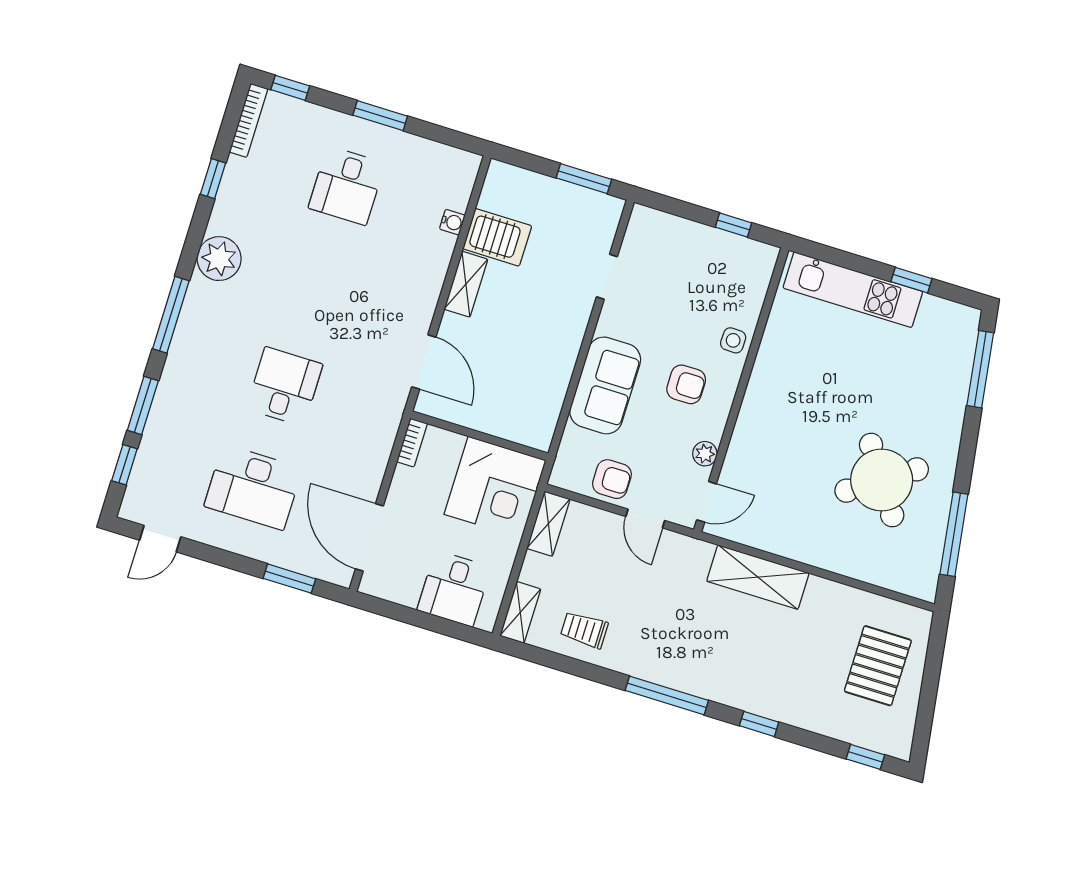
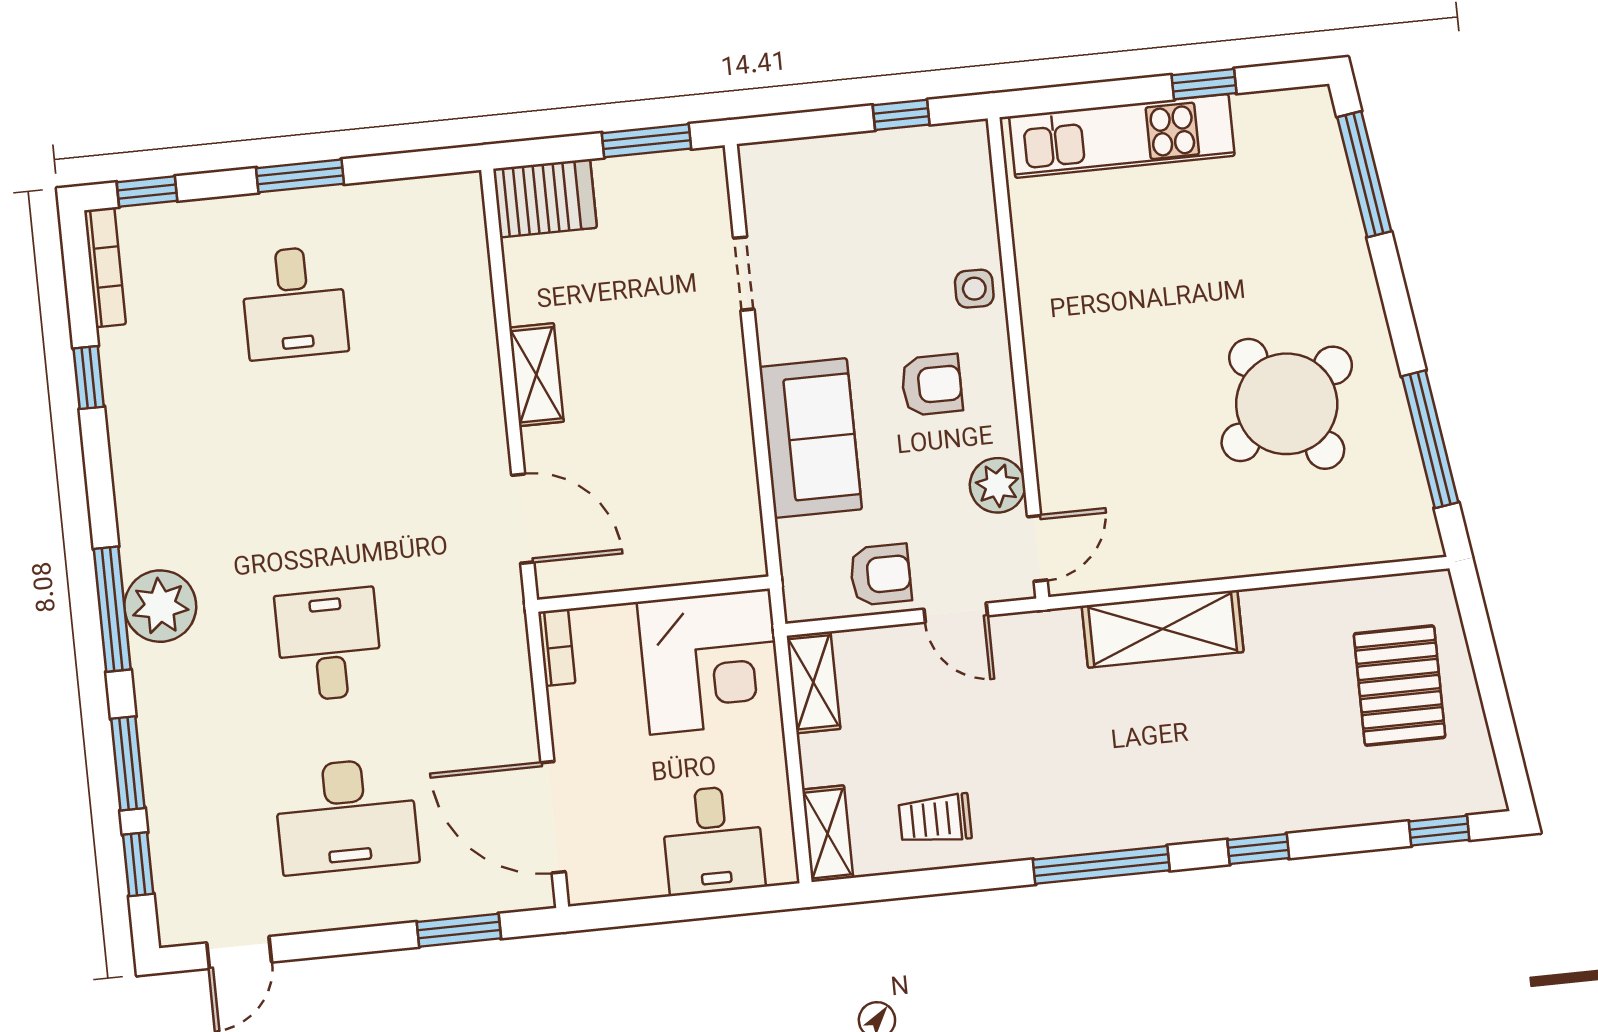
water cooler: (452, 222) -> (476, 290), removed
server rack: (497, 237) -> (545, 198), moved
plant: (219, 259) -> (160, 606), moved
plant: (705, 454) -> (997, 485), width x1.38, depth x1.38

